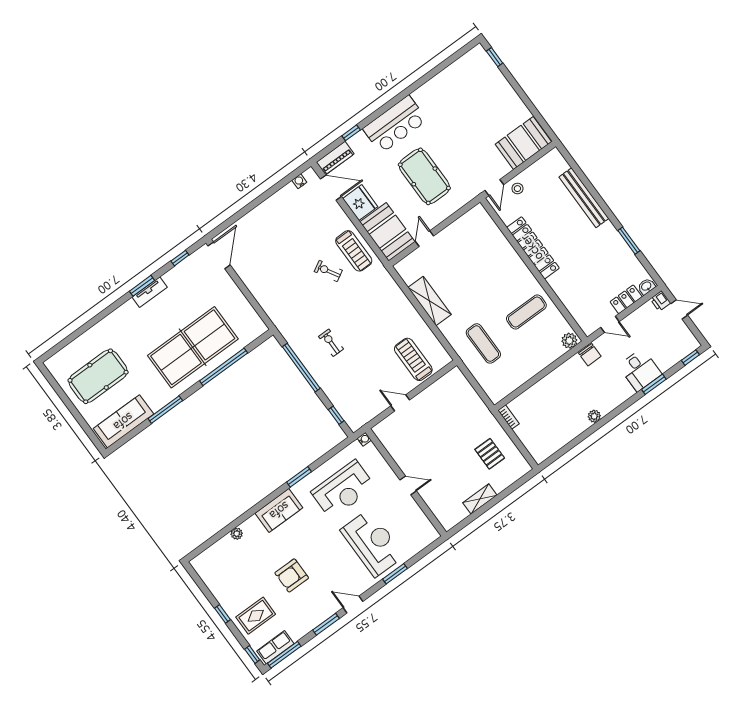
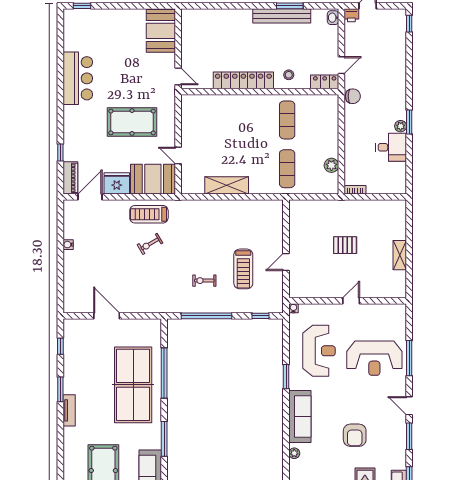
bar counter: (395, 124) -> (78, 78), moved
water cooler: (299, 181) -> (68, 245), moved
stool: (517, 189) -> (289, 75), moved
bench: (584, 198) -> (282, 16), moved
treadmill: (354, 251) -> (149, 214), turned 180
door: (219, 255) -> (107, 316), moved
tv unit: (150, 292) -> (69, 410), moved
locker: (626, 299) -> (325, 82), moved, turned 90
plant: (569, 341) -> (331, 165), moved
exercise mat: (483, 343) -> (287, 169), turned 90
treadmill: (413, 359) -> (243, 269), moved, turned -90
desk: (640, 370) -> (391, 147), moved
window: (654, 384) -> (409, 122), moved
pallet: (490, 454) -> (345, 245), moved
sofa: (279, 510) -> (300, 416), width x1.36
reception desk: (372, 543) -> (374, 358), turned 180
window: (395, 574) -> (409, 358), width x1.44
door: (353, 604) -> (409, 406), hinge flipped

